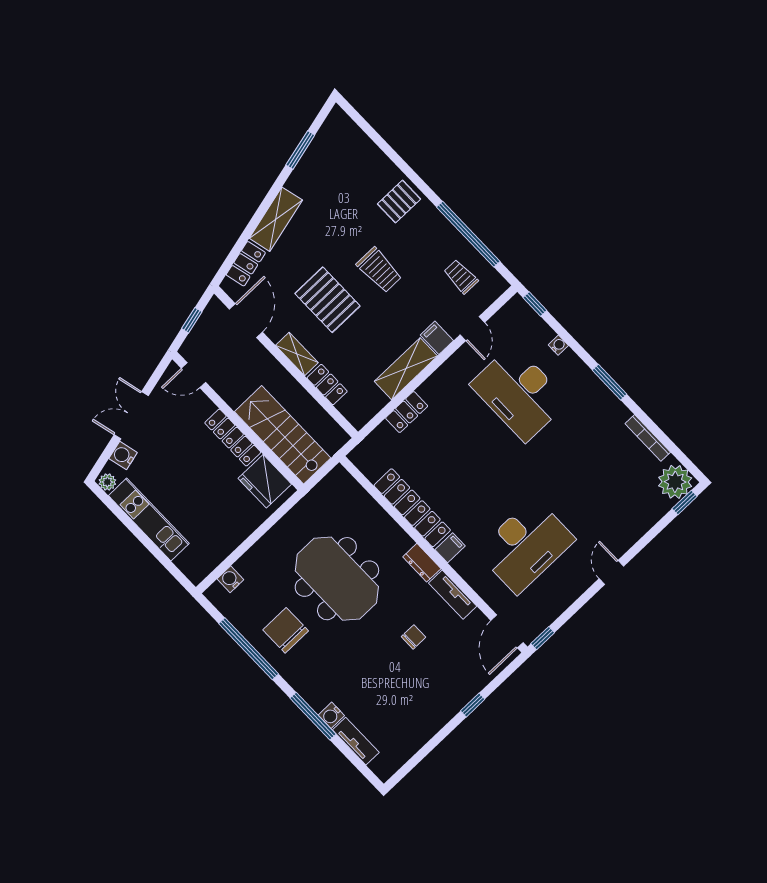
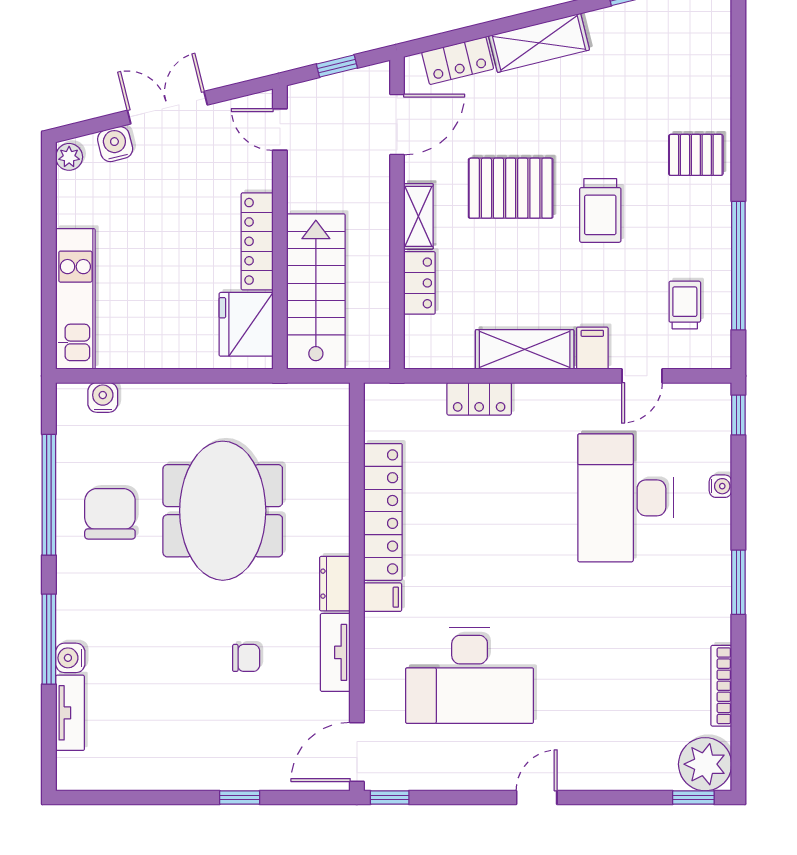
pallet: (327, 300) -> (511, 188), turned 90
kitchen unit: (149, 520) -> (75, 299), moved

